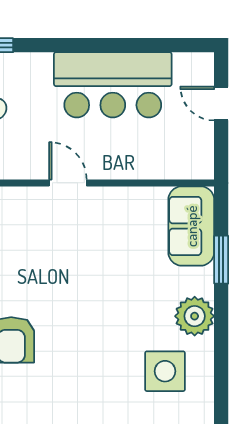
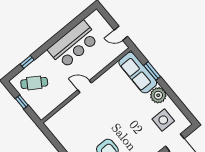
door: (221, 104) -> (121, 33), moved
sofa: (191, 226) -> (138, 73), width x1.36

